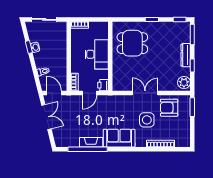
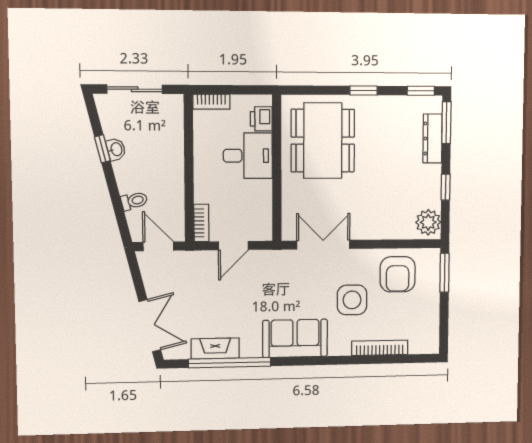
dining table: (132, 43) -> (323, 141), width x1.38
desk: (97, 54) -> (248, 156), width x0.73
dresser: (186, 55) -> (433, 138), moved
printer: (103, 85) -> (261, 119), moved
double door: (145, 93) -> (323, 245), moved
armchair: (169, 108) -> (398, 274), turned -90
double door: (46, 117) -> (150, 326), moved
fireplace: (91, 142) -> (215, 349), moved

